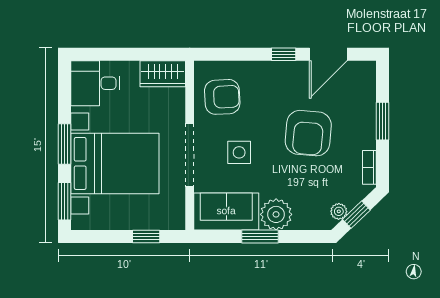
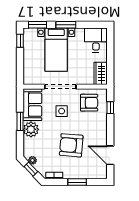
window: (284, 54) -> (110, 108), moved
armchair: (222, 97) -> (89, 103), turned -87
bed with nightstands: (115, 163) -> (56, 50), width x0.73
window: (146, 237) -> (20, 41), moved

